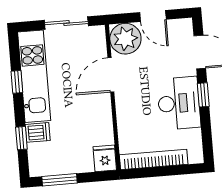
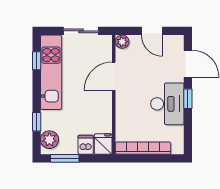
plant: (125, 39) -> (122, 42), width x0.53, depth x0.53
window: (17, 82) -> (37, 61), moved
dishwasher: (38, 132) -> (86, 145), moved, turned -90
plant: (39, 159) -> (49, 140), added

